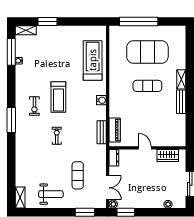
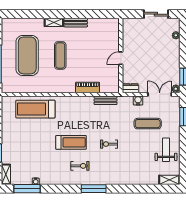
water cooler: (101, 100) -> (138, 100), moved
piano: (115, 130) -> (88, 87), moved
wardrobe: (168, 156) -> (128, 36), removed

